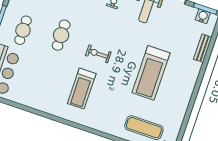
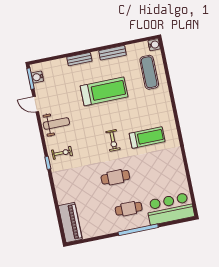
bench: (203, 48) -> (79, 59), moved
bench: (184, 103) -> (112, 53), added

